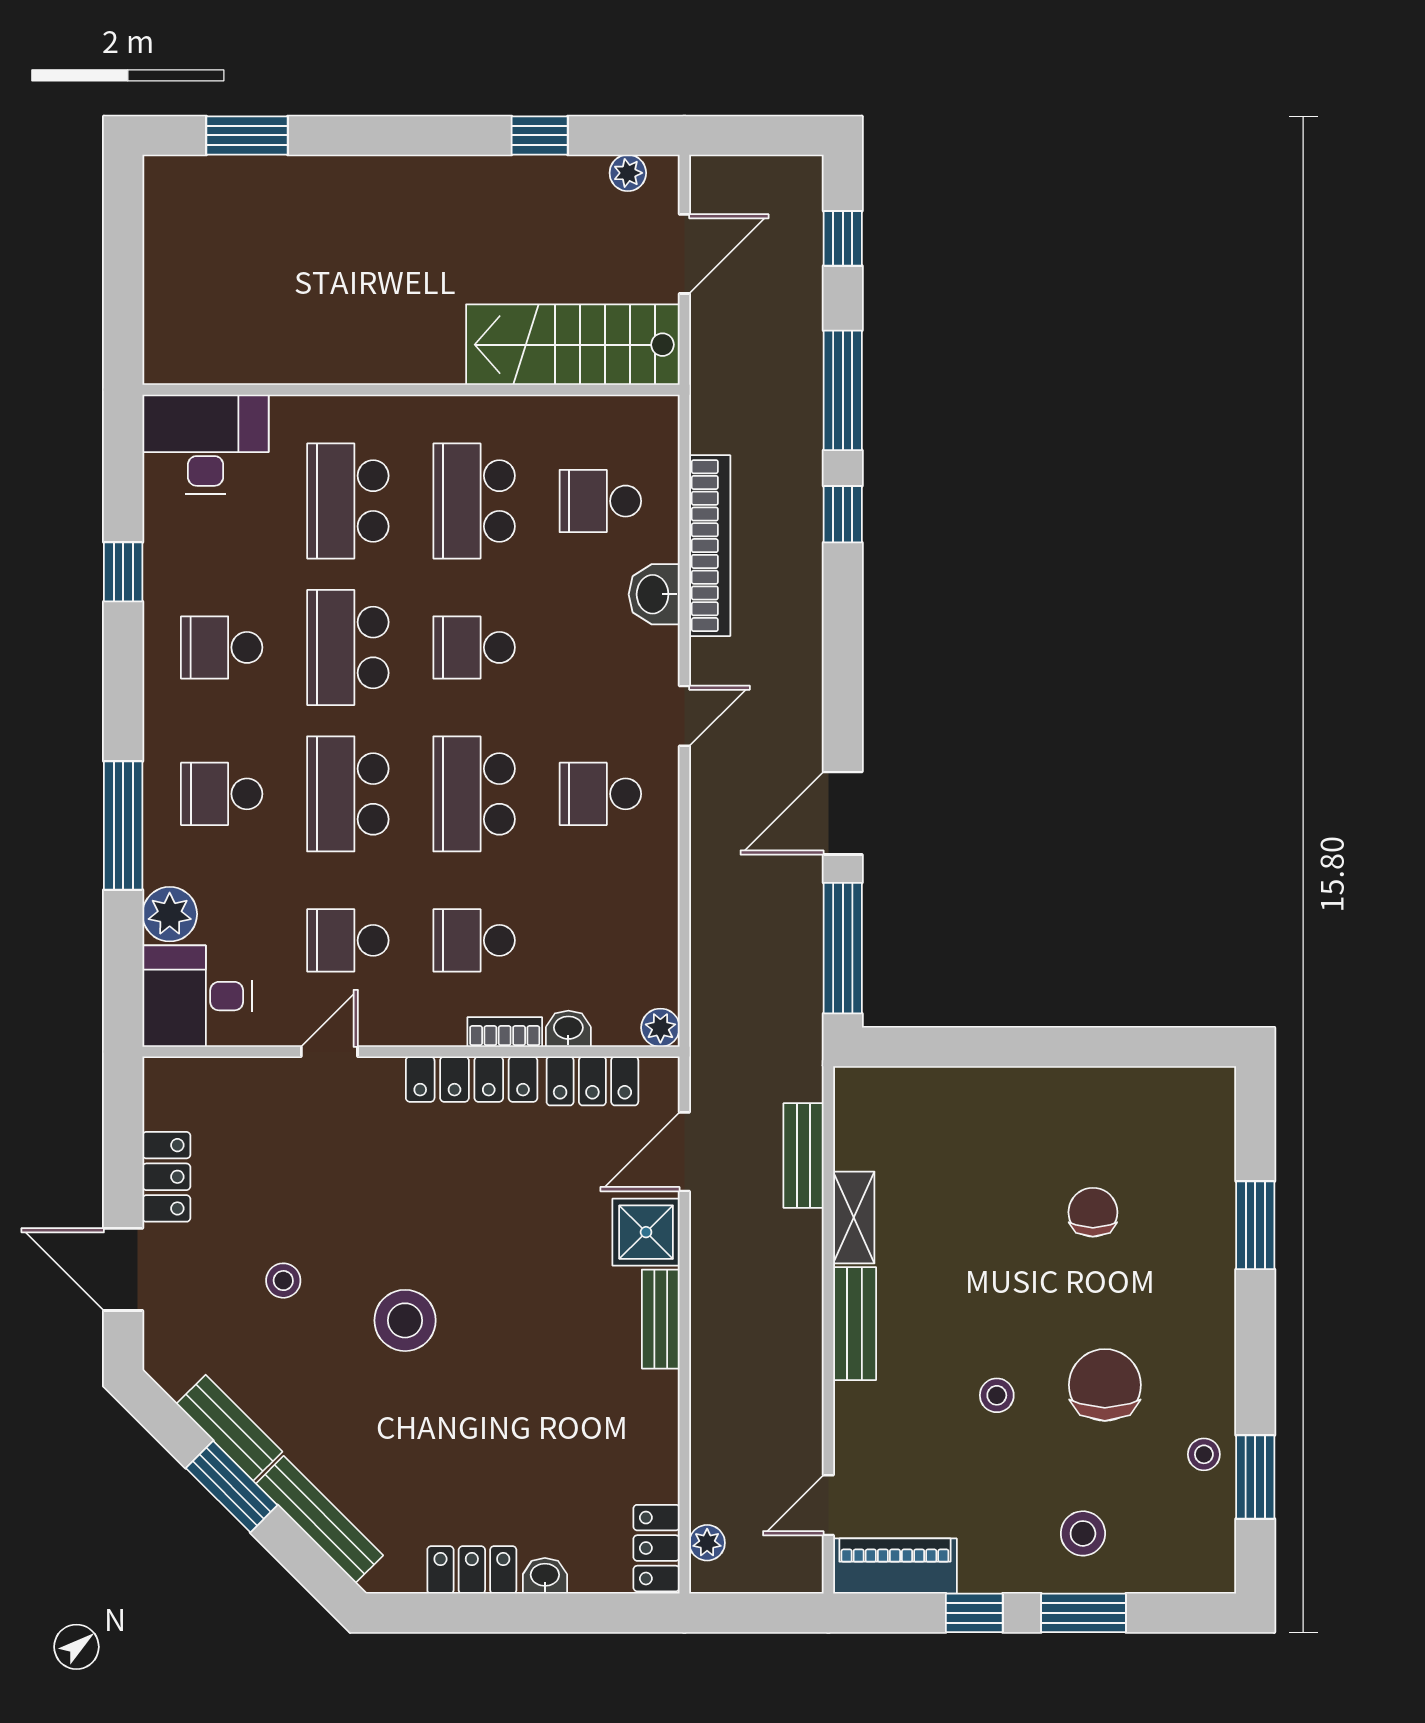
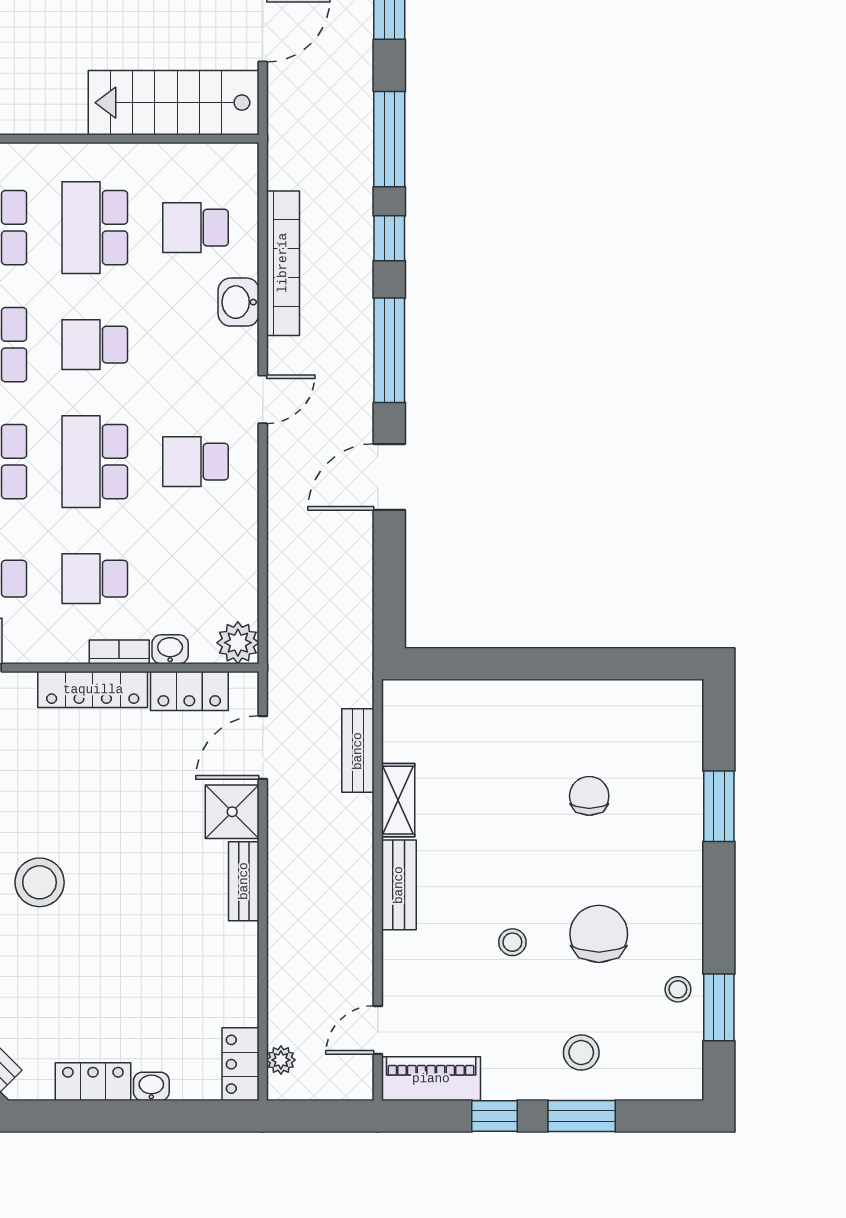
window: (843, 948) -> (389, 350), moved
plant: (660, 1028) -> (238, 643), width x1.38, depth x1.38

